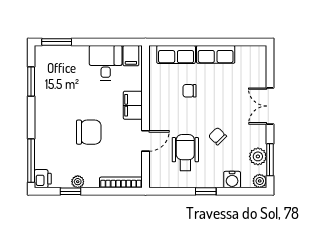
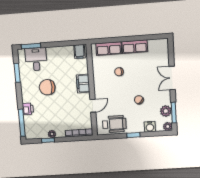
desk: (106, 63) -> (36, 59), moved
chair: (89, 132) -> (47, 87), moved, turned 180
wheelchair: (185, 153) -> (114, 124), moved, turned 90
printer: (43, 179) -> (28, 109), moved

